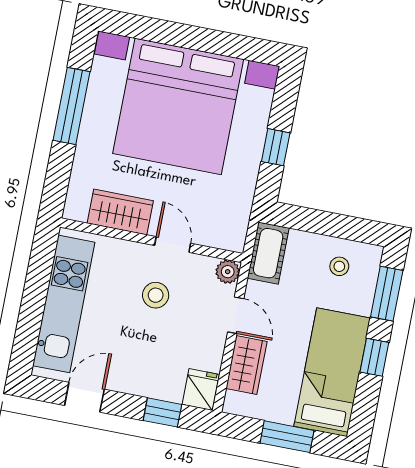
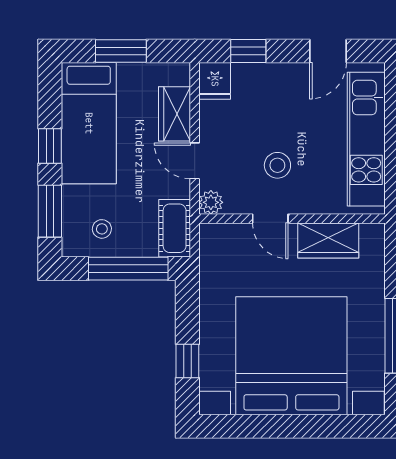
window: (276, 147) -> (187, 361), moved
window: (321, 222) -> (128, 269), added

